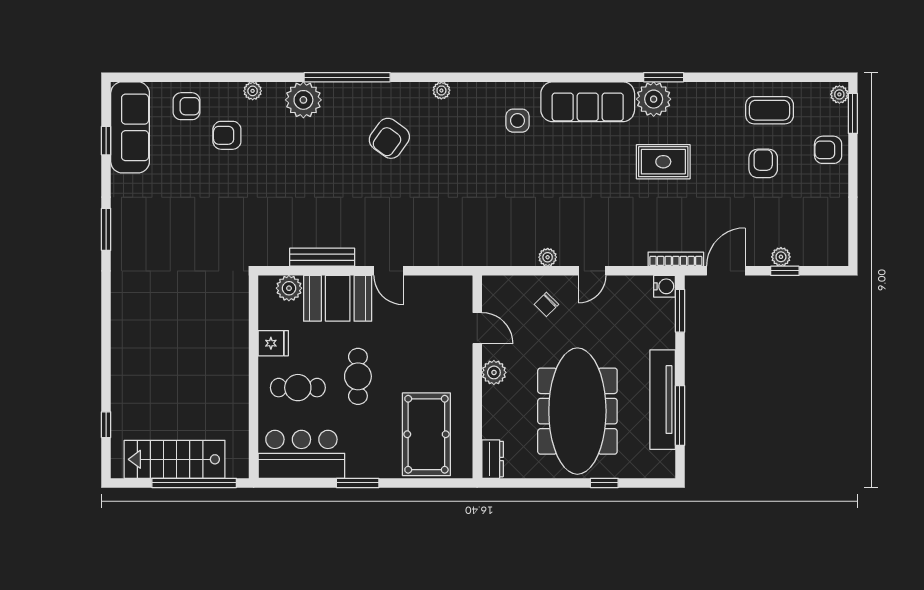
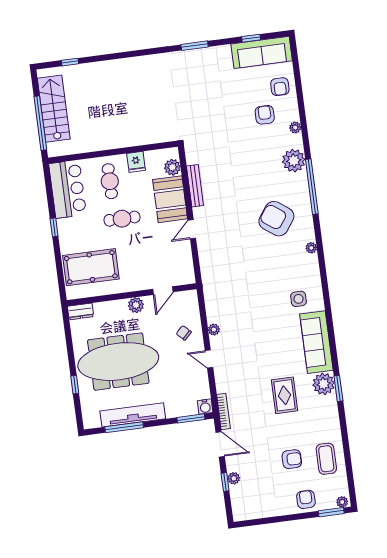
armchair: (389, 138) -> (276, 219), width x1.36, depth x1.36
window: (358, 483) -> (54, 227), width x0.67

